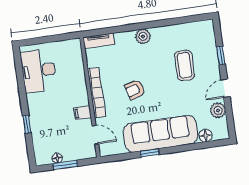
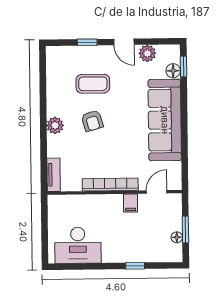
armchair: (135, 90) -> (92, 121), moved
window: (150, 153) -> (183, 66), moved

